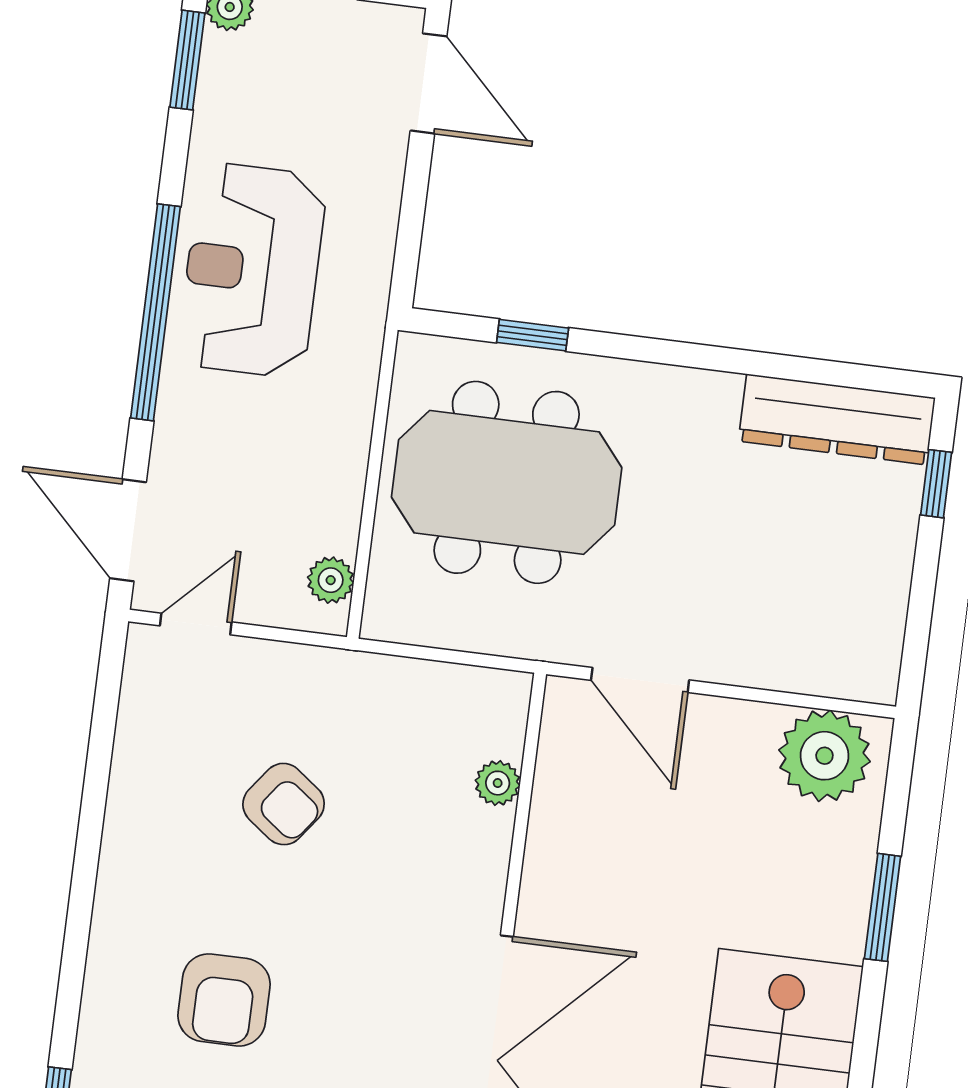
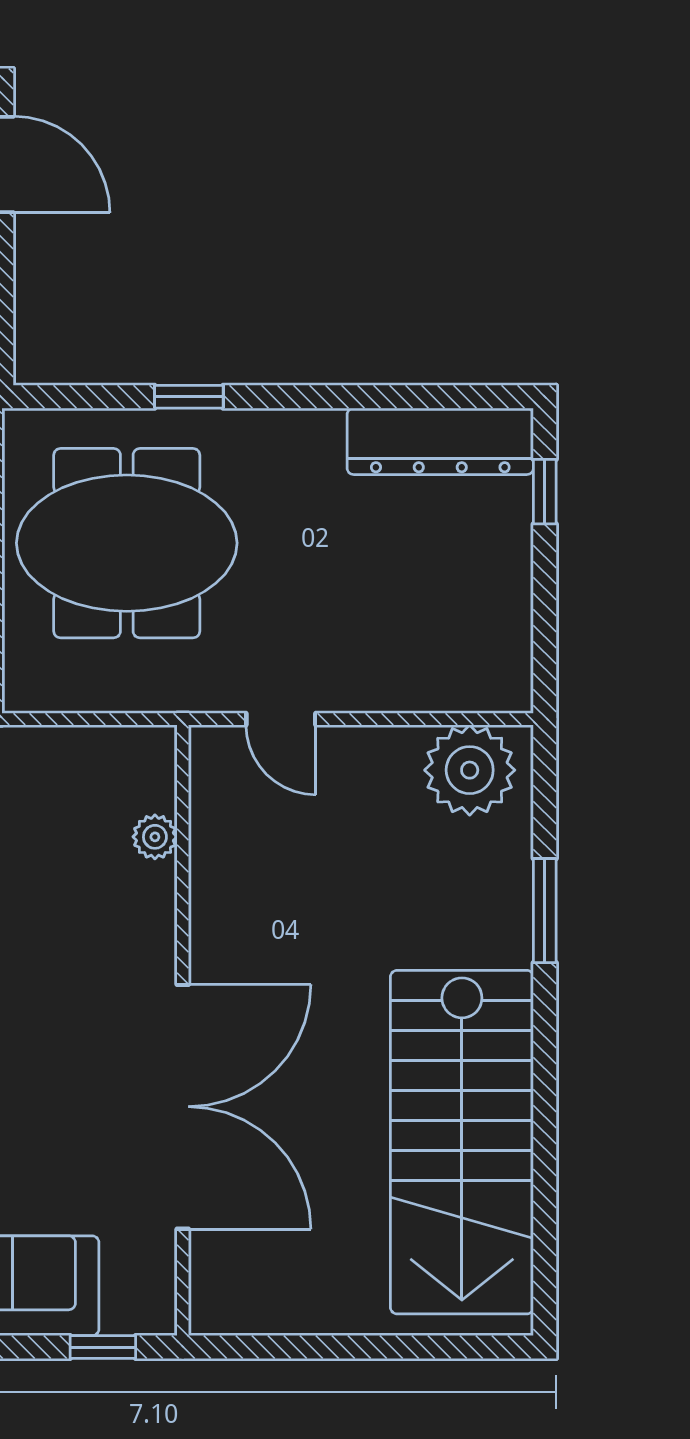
window: (533, 335) -> (189, 397), moved
door: (640, 680) -> (281, 719), width x0.73

